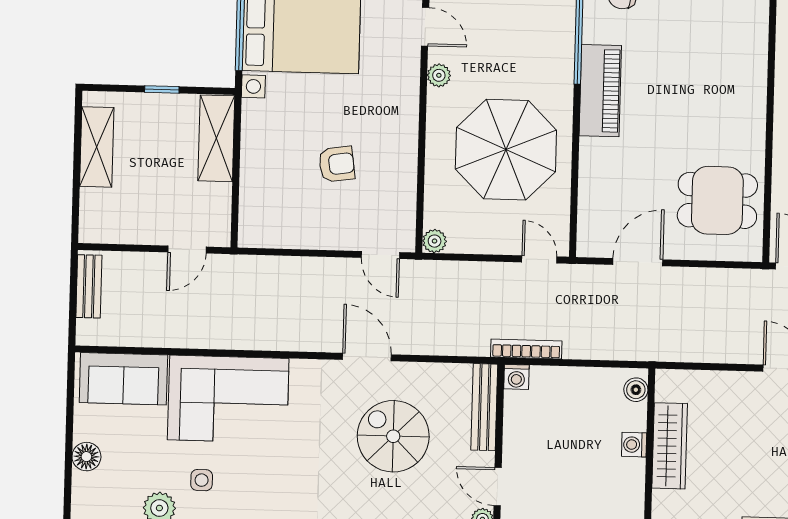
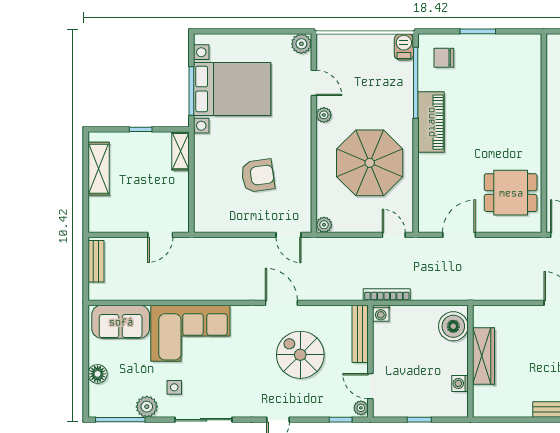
shelving: (216, 138) -> (180, 151), width x0.67, depth x0.75
armchair: (337, 164) -> (258, 176), width x1.38, depth x1.38
boiler: (636, 390) -> (453, 326), width x1.86, depth x1.86
washing machine: (634, 445) -> (460, 383), moved

